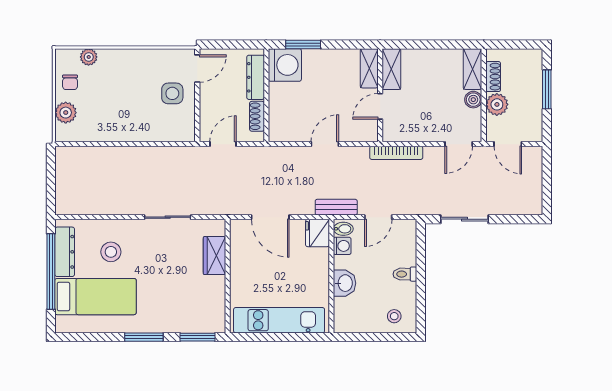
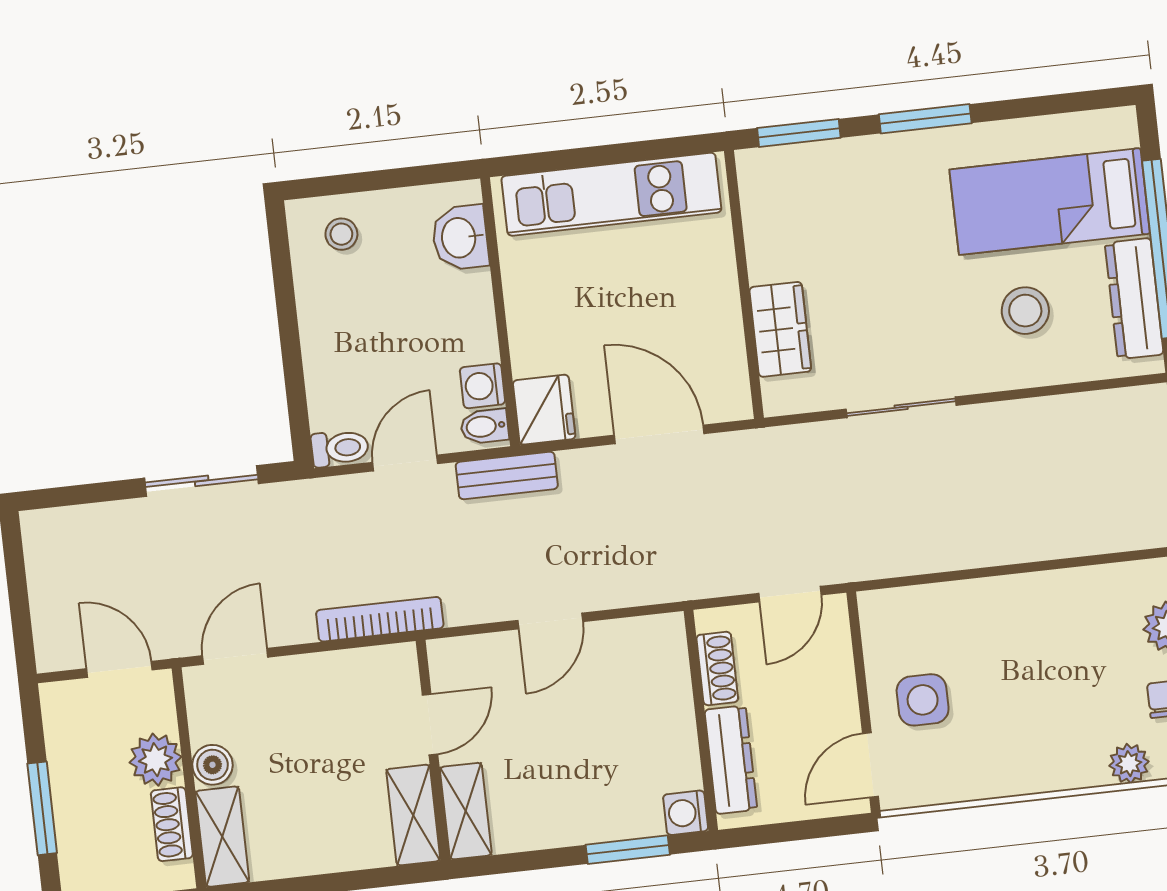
washing machine: (285, 65) -> (686, 813), width x0.53, depth x0.53
toilet: (405, 274) -> (340, 448), moved
washbasin: (345, 283) -> (460, 238), moved

